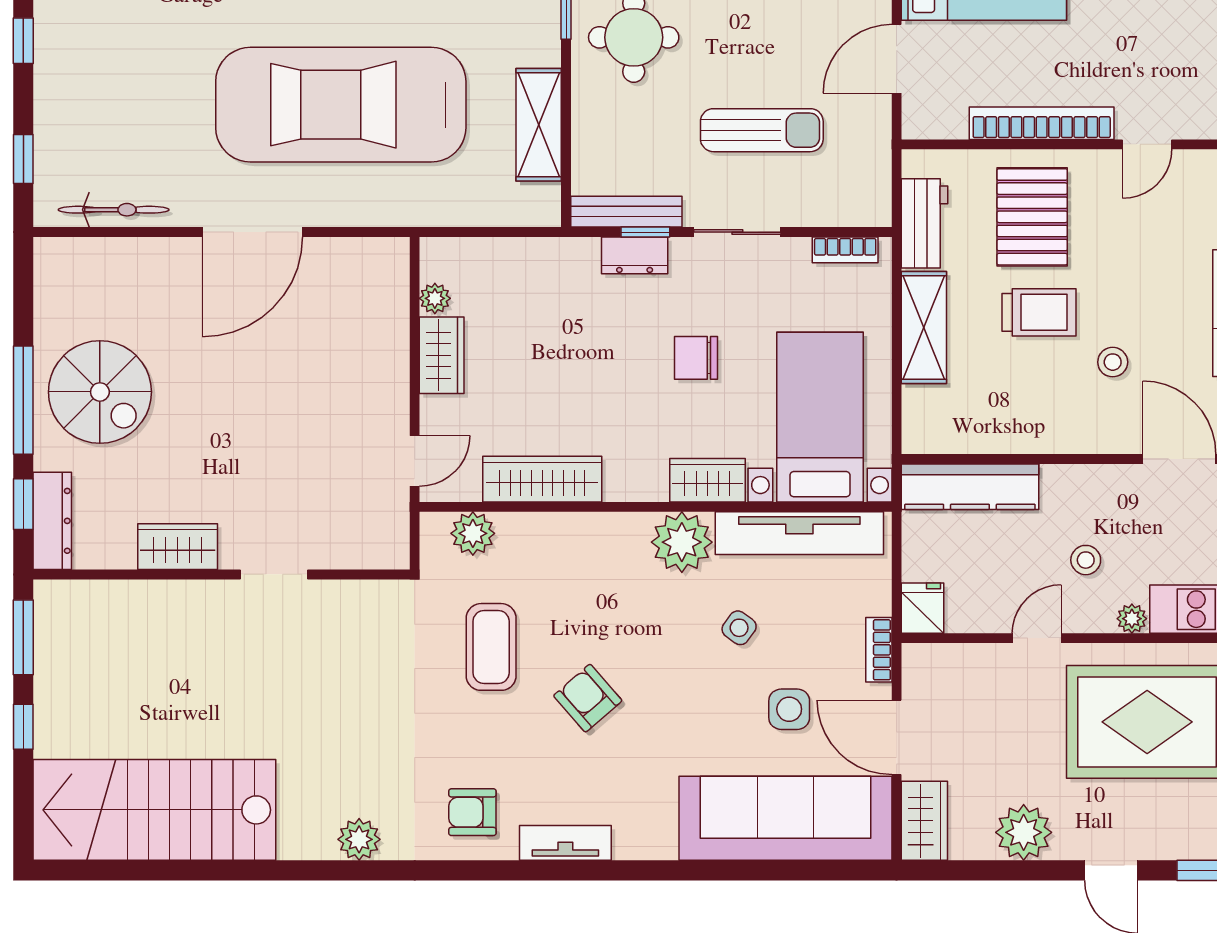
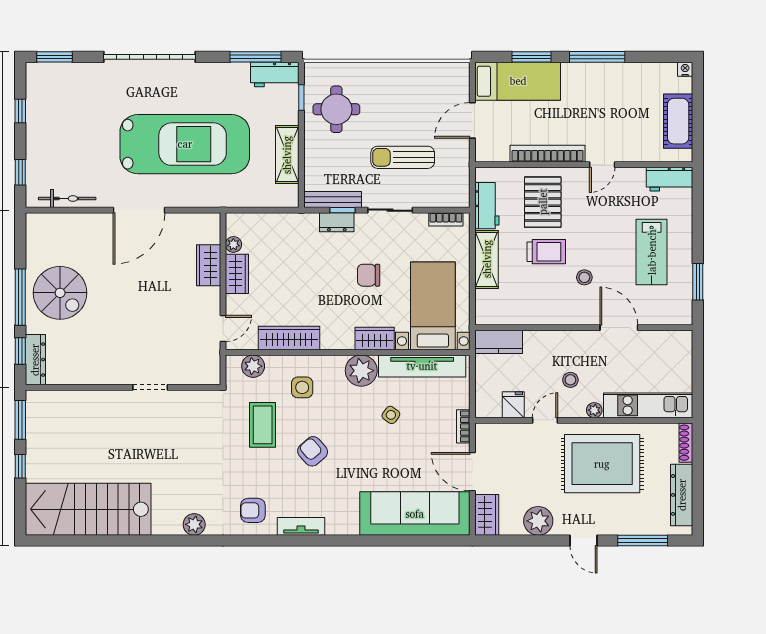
car: (341, 105) -> (185, 144), turned 180
sun lounger: (762, 130) -> (403, 157), turned 180
kitchen counter: (970, 487) -> (499, 342), width x0.67
wardrobe: (178, 547) -> (209, 265), moved, turned -90
fridge: (922, 608) -> (513, 405), moved
side table: (789, 709) -> (302, 387), moved

